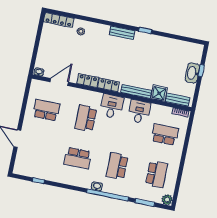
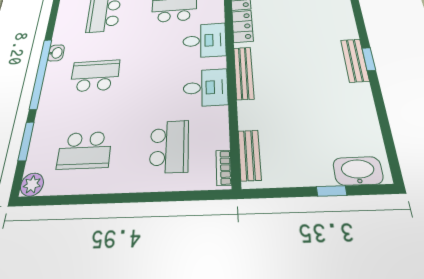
bench: (122, 33) -> (355, 60), moved
washbasin: (192, 73) -> (358, 171), moved
shower: (159, 93) -> (253, 115), removed

